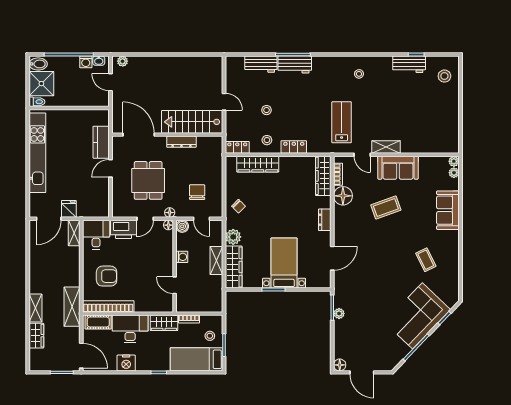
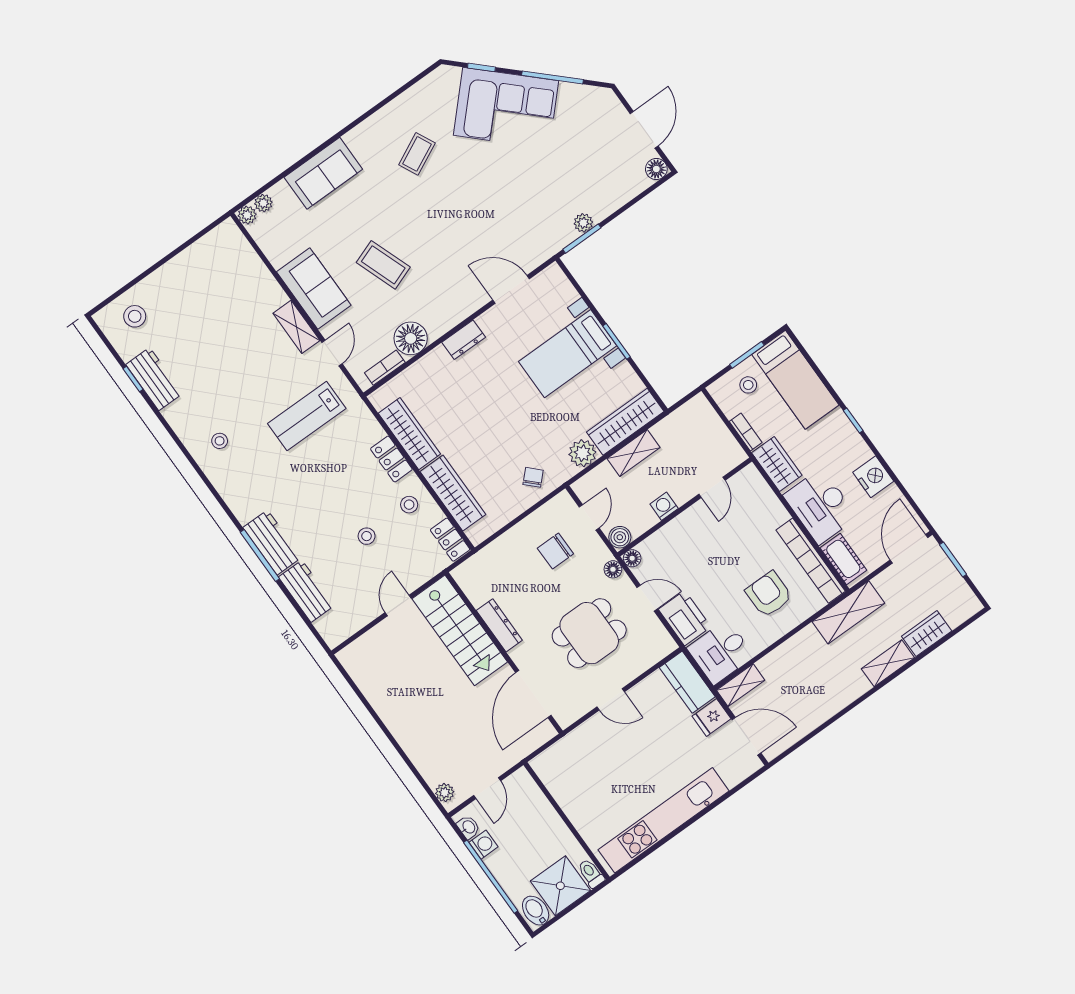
kitchen counter: (101, 142) -> (687, 682), moved, turned 90
wardrobe: (323, 176) -> (409, 434), moved, turned -90

